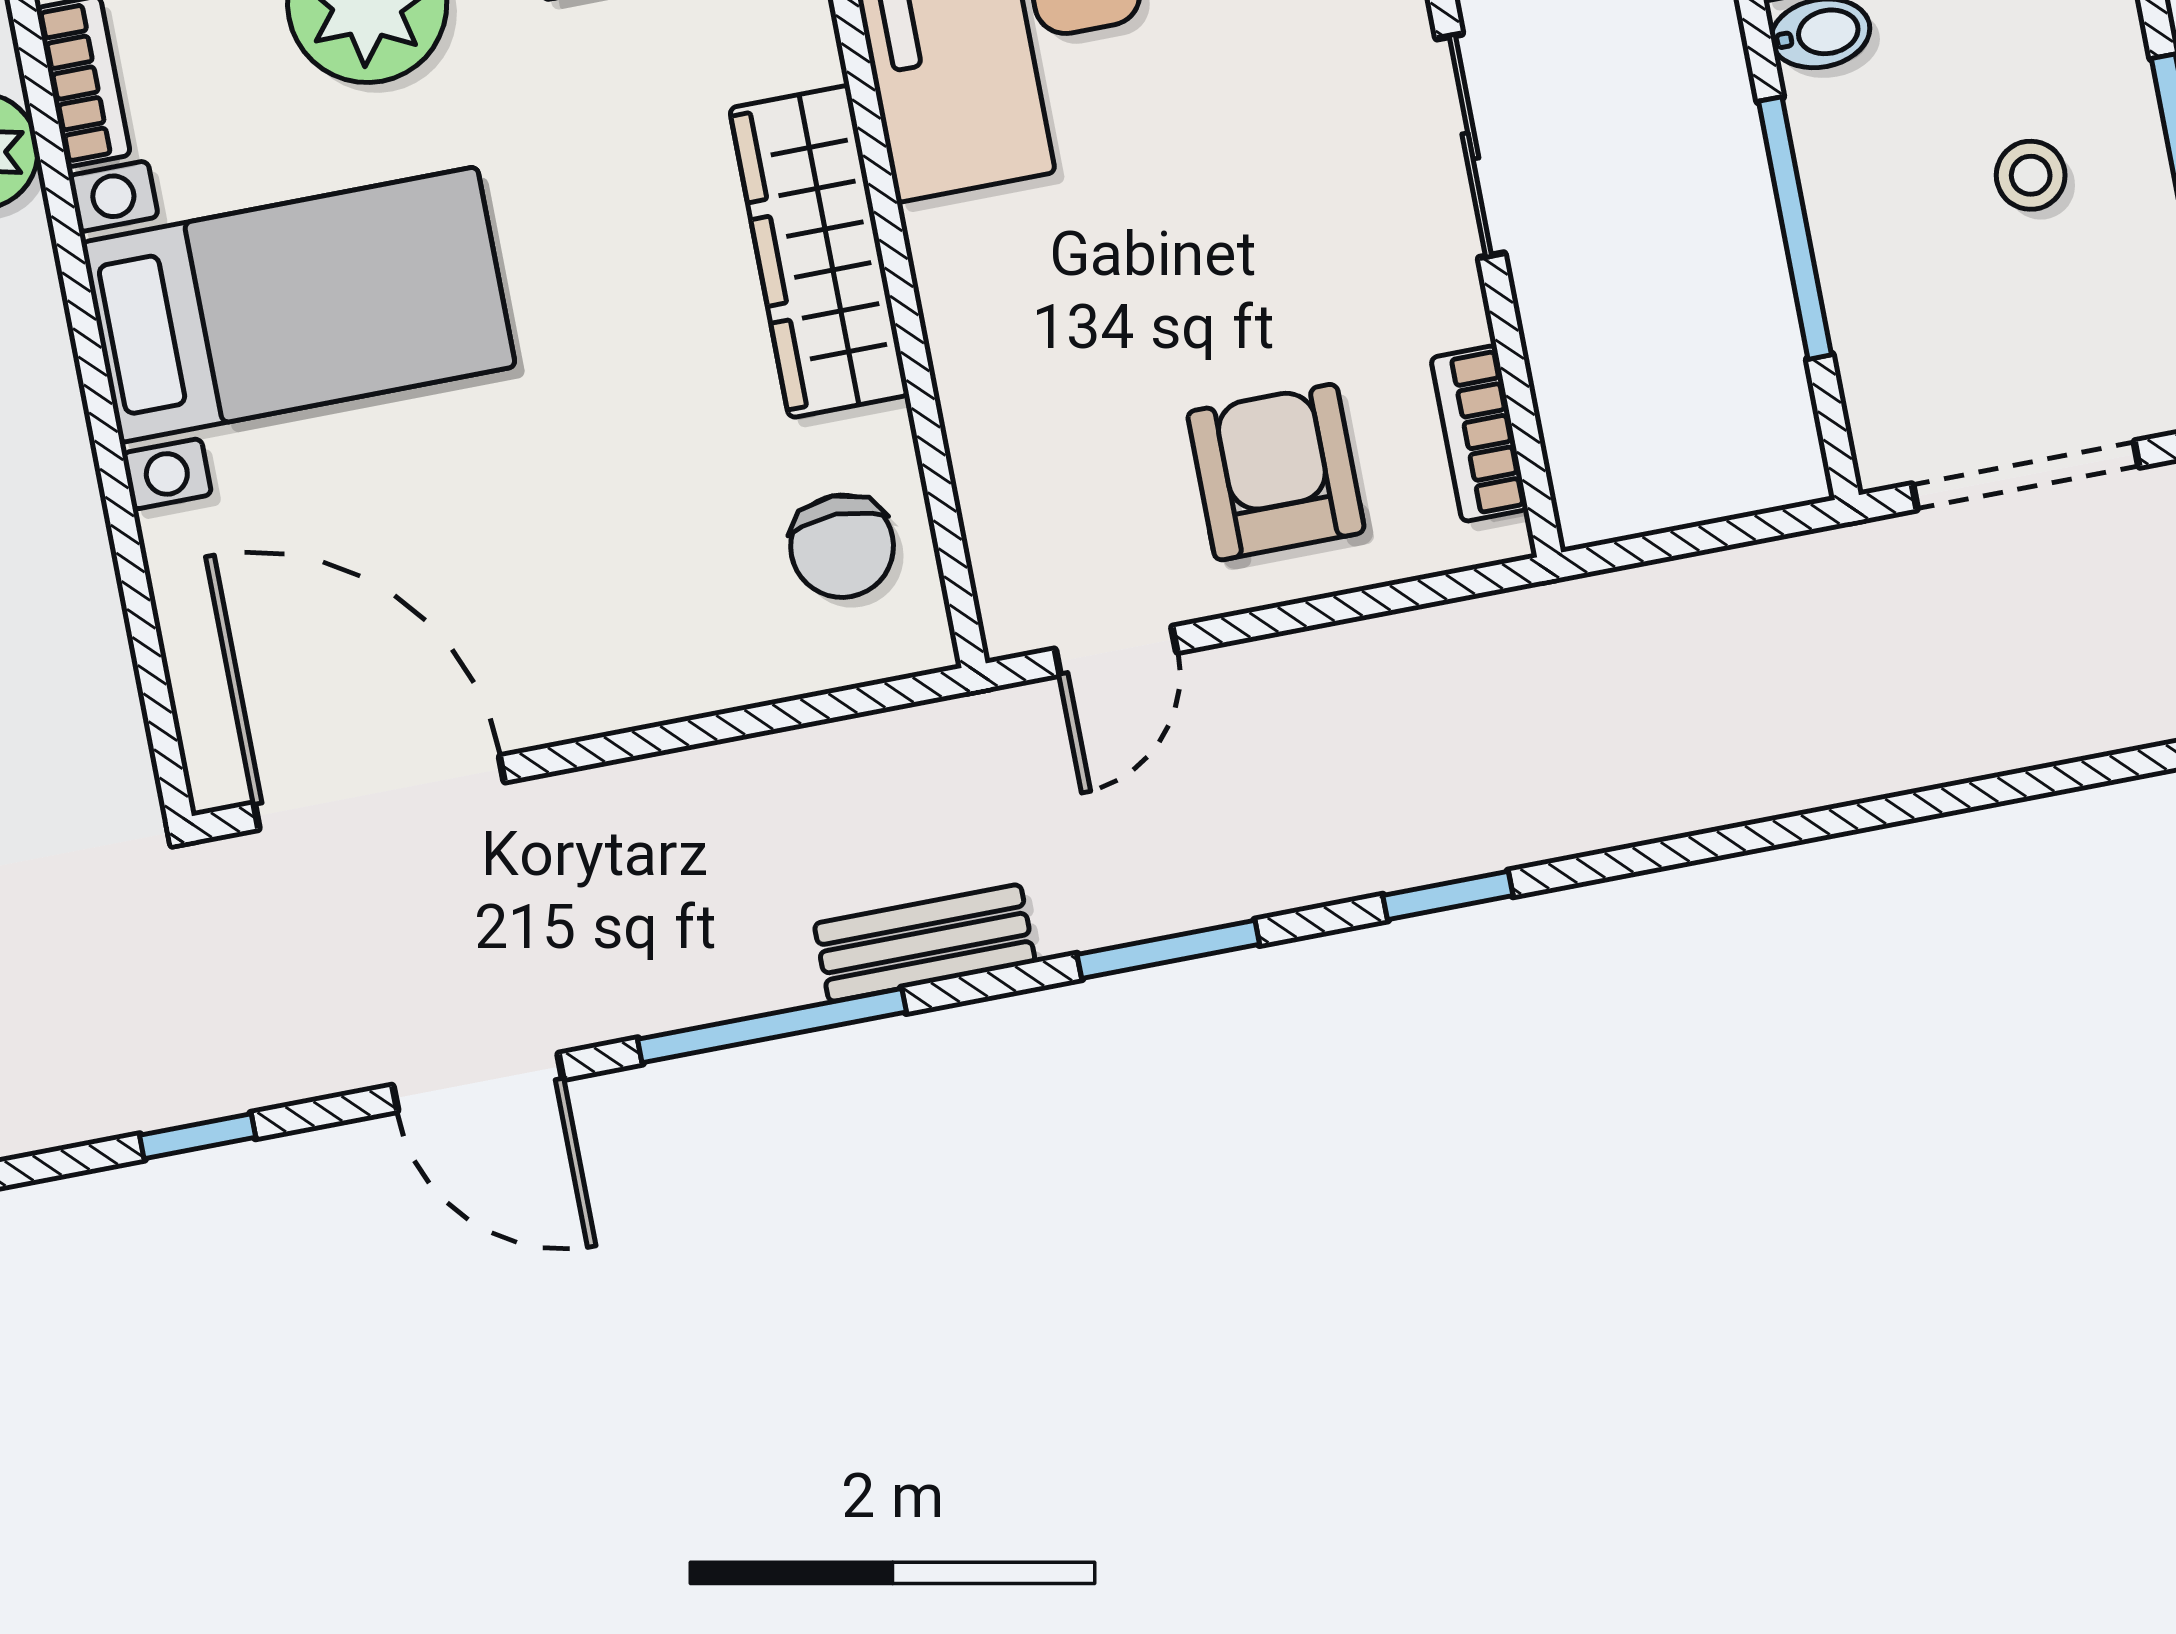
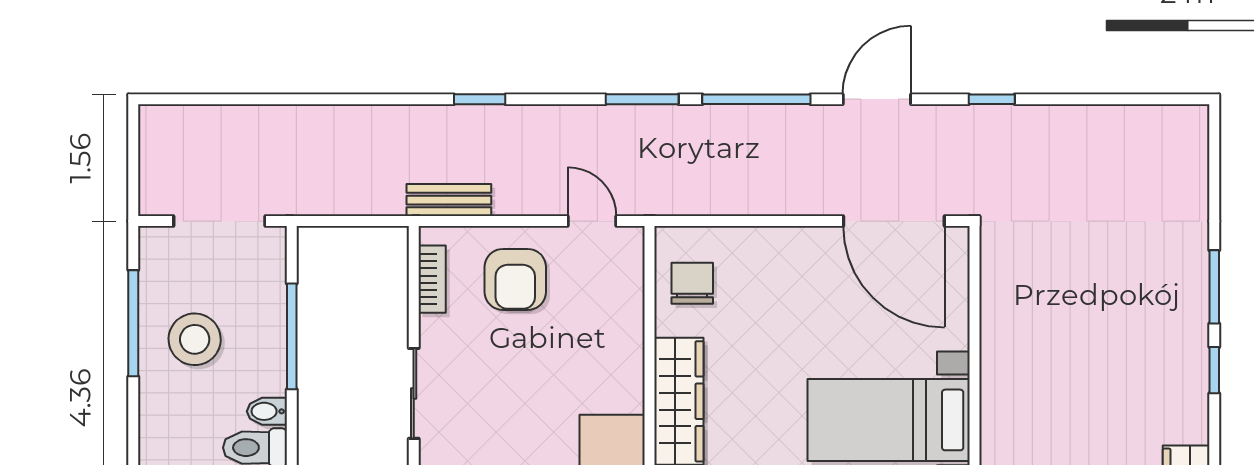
stool: (2031, 175) -> (195, 339), width x1.89, depth x1.89
door: (1116, 651) -> (592, 221), hinge flipped
bench: (925, 943) -> (449, 200), moved
window: (1168, 949) -> (642, 99), moved
door: (478, 1082) -> (877, 99), hinge flipped

